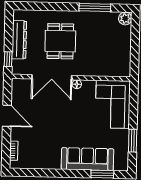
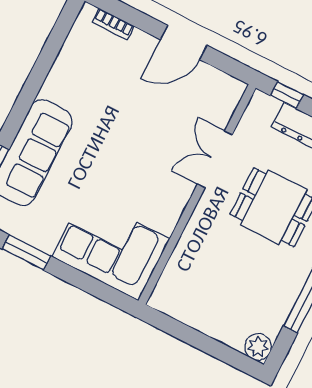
double door: (52, 77) -> (215, 159), width x0.73
floor lamp: (77, 84) -> (180, 199), removed

